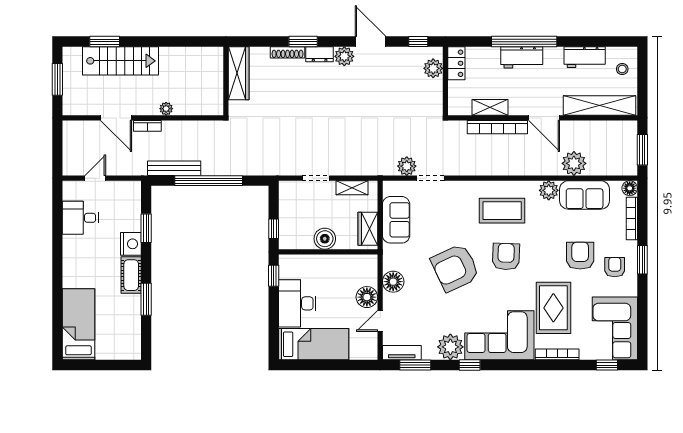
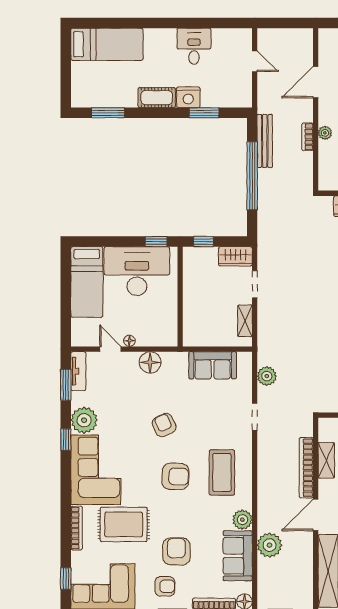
bookcase: (147, 126) -> (308, 137), moved
doorway: (430, 178) -> (255, 417), moved
desk: (80, 218) -> (194, 46), moved
wardrobe: (368, 229) -> (235, 256), moved, turned 180
boiler: (325, 239) -> (193, 293), removed
armchair: (580, 256) -> (176, 551), turned -90
armchair: (455, 268) -> (164, 425), width x0.53, depth x0.53
floor lamp: (367, 297) -> (129, 341), width x0.53, depth x0.53
window: (146, 299) -> (108, 113), moved
desk: (297, 303) -> (137, 271), width x1.36, depth x1.30

